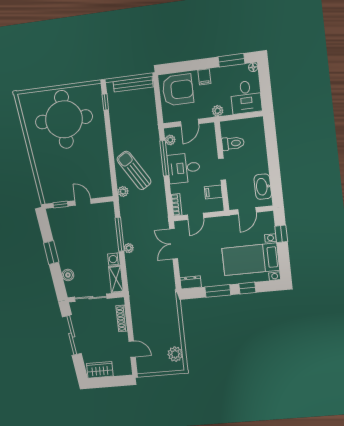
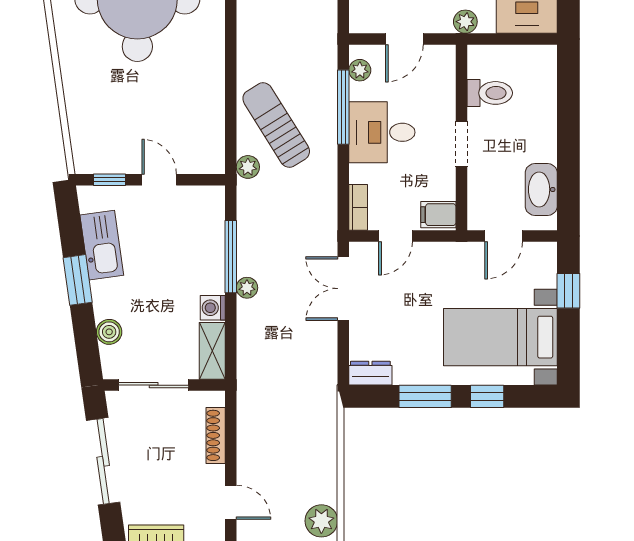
filing cabinet: (213, 192) -> (438, 215), moved
kitchen sink: (60, 235) -> (102, 245), added

